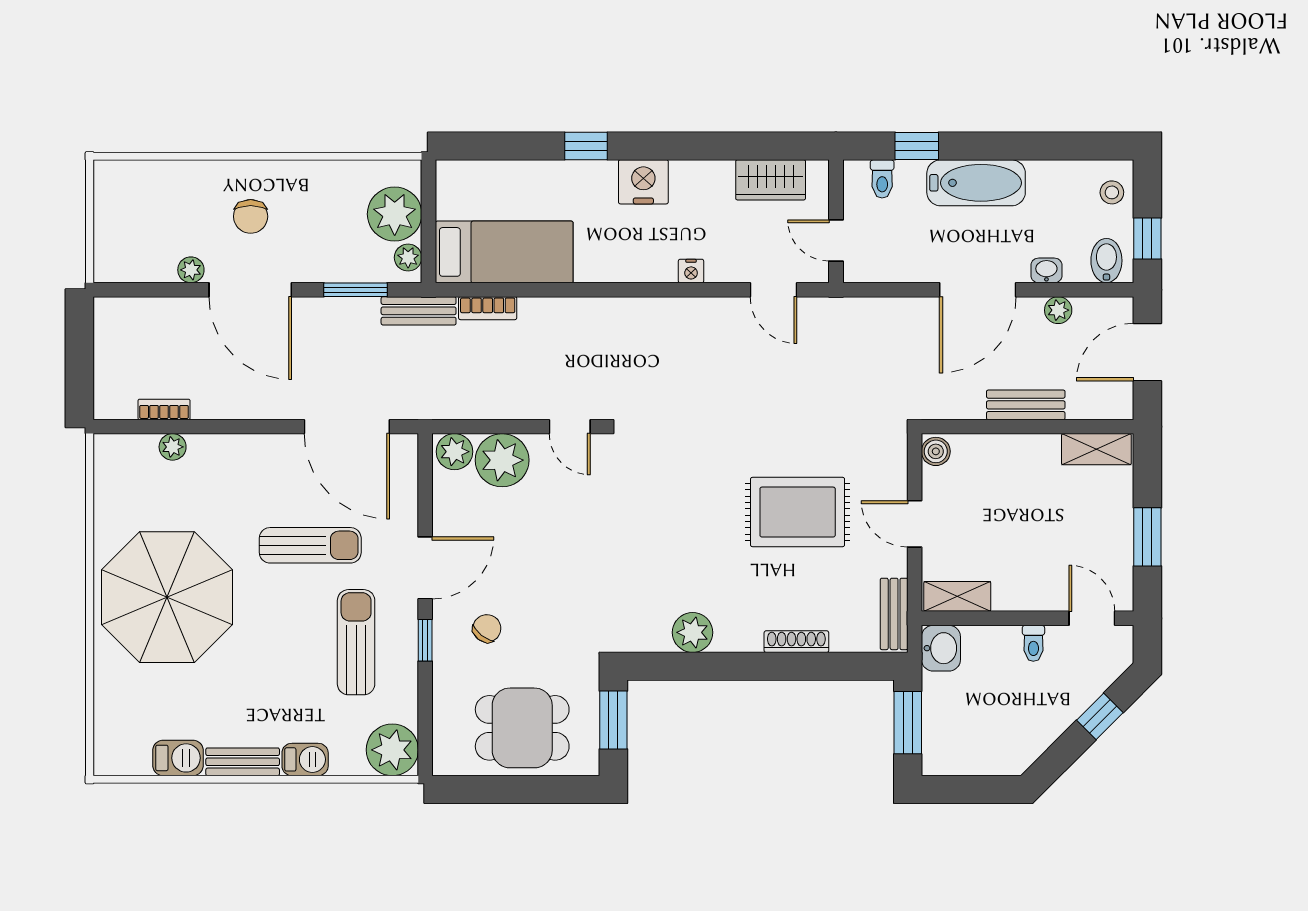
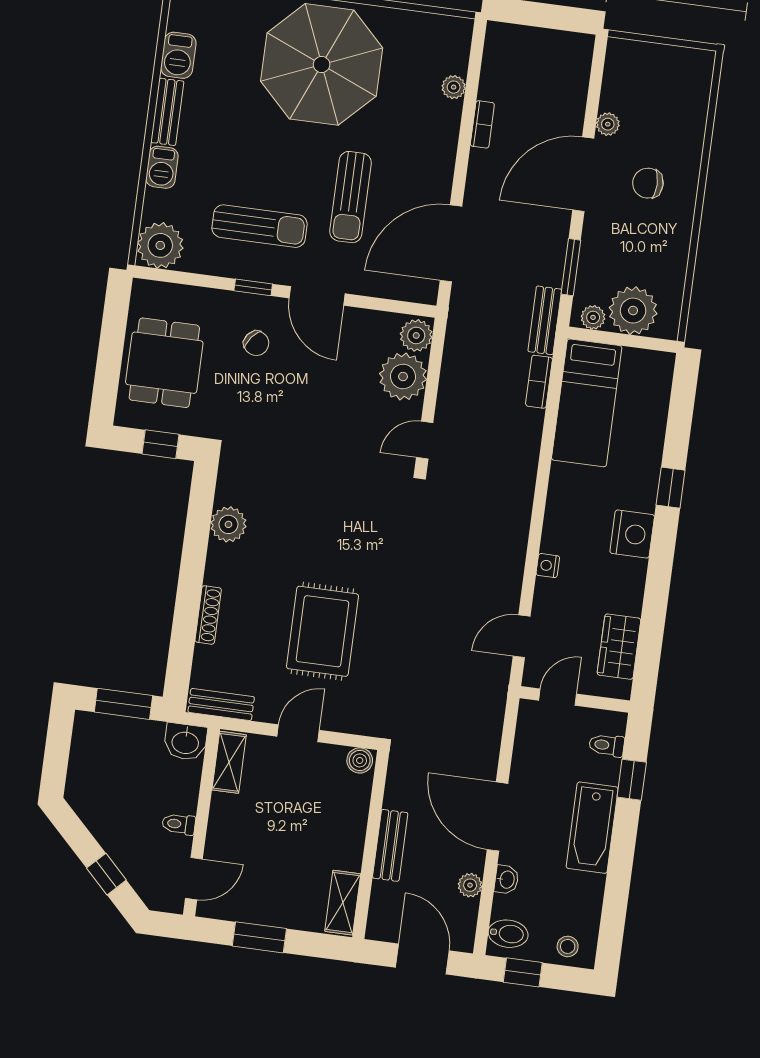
bookcase: (164, 409) -> (482, 124), moved
window: (613, 720) -> (160, 444), width x0.67

